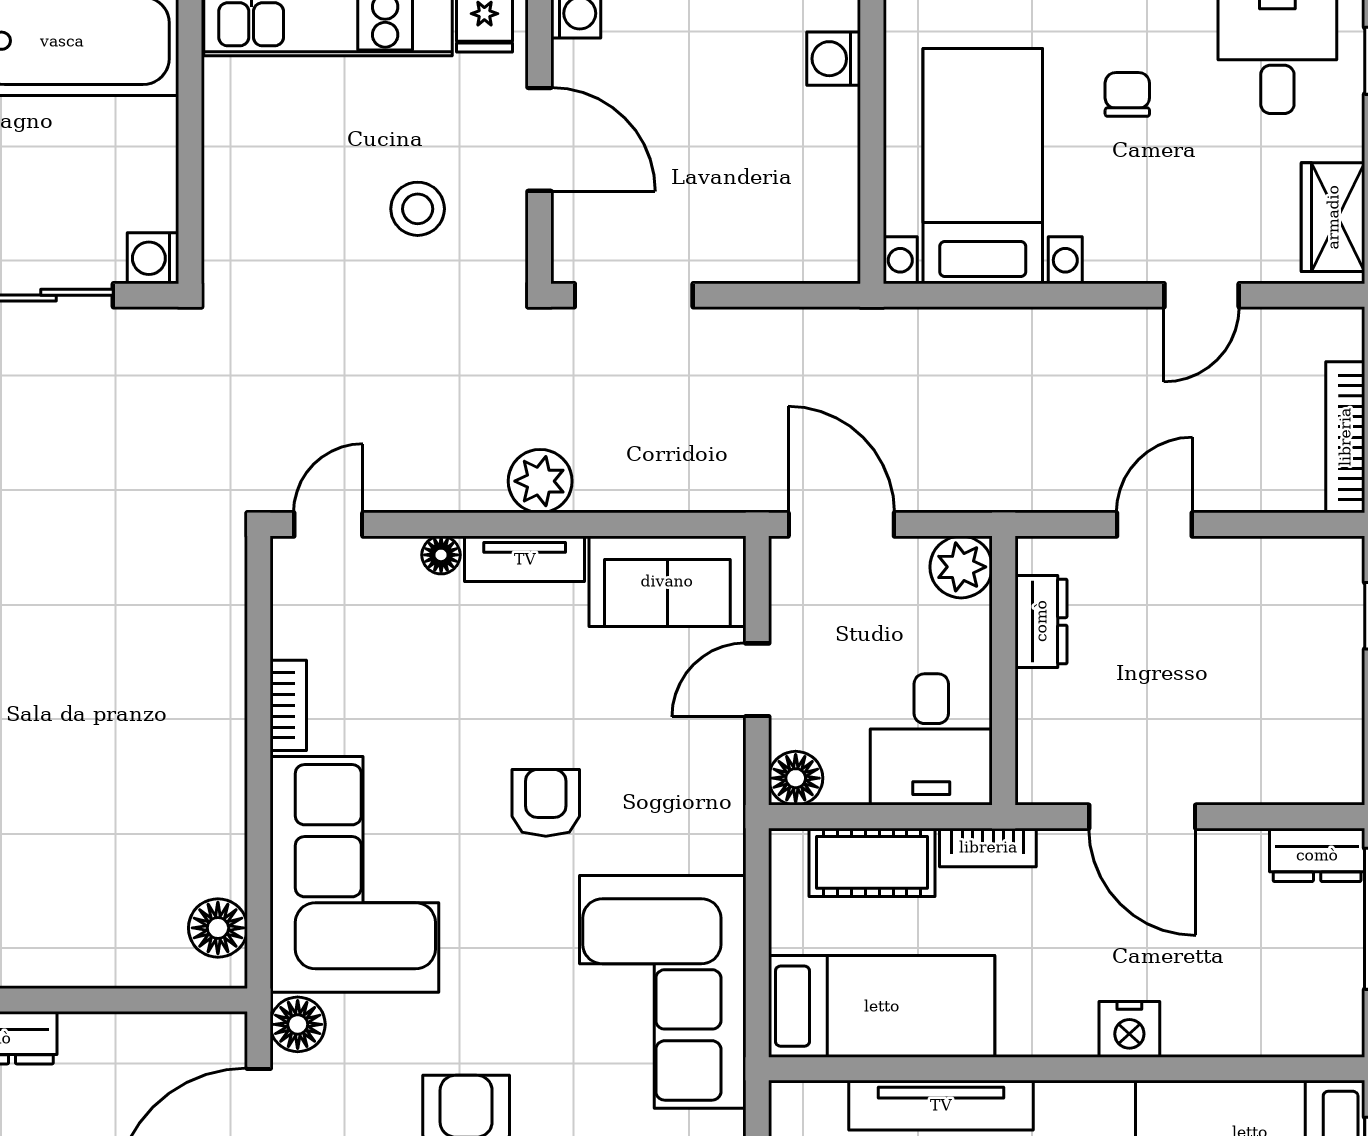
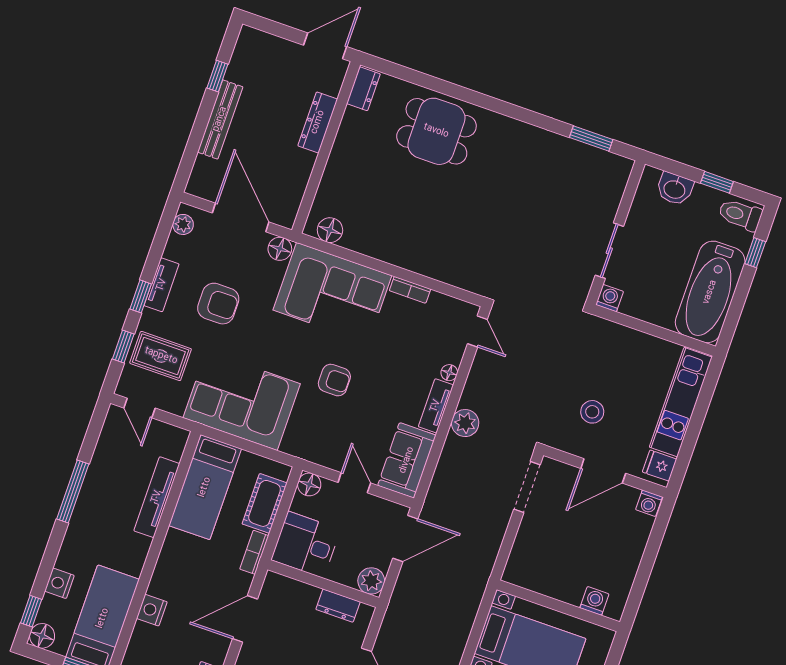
nightstand: (1129, 1029) -> (152, 610), moved

